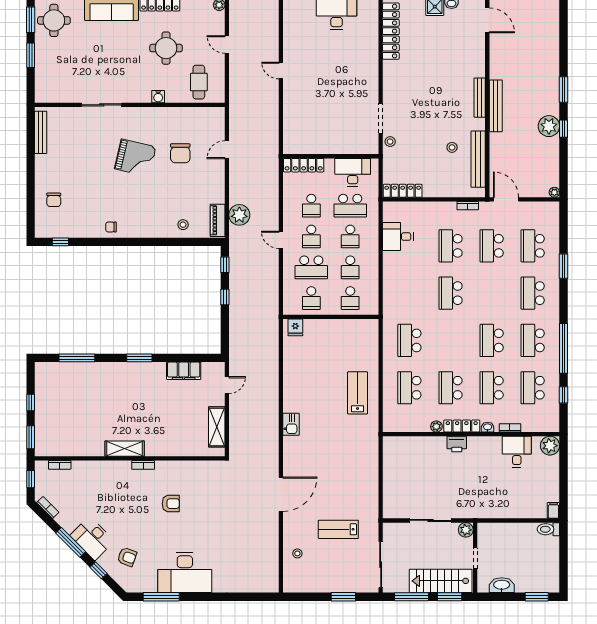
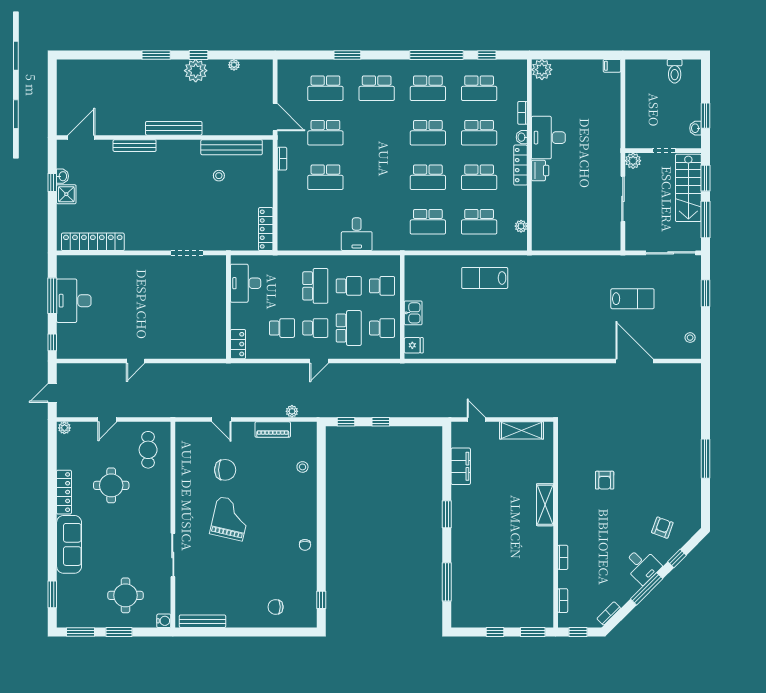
round table: (54, 20) -> (125, 595), moved
cafe table: (199, 82) -> (148, 450), turned 90
water cooler: (158, 97) -> (164, 621), moved
bench: (480, 98) -> (135, 146), moved
stool: (390, 142) -> (212, 243), removed
locker: (304, 165) -> (238, 344), width x0.66
plant: (554, 192) -> (234, 65), moved
door: (506, 199) -> (275, 117), swing flipped
chair: (54, 200) -> (276, 607), turned 180
school desk: (350, 206) -> (282, 286), removed
plant: (239, 215) -> (292, 411), width x0.53, depth x0.53
piano: (218, 220) -> (273, 430), moved
school desk: (350, 237) -> (315, 286), width x1.85
desk: (398, 237) -> (357, 234), moved
school desk: (451, 293) -> (428, 177), moved
kitchen sink: (291, 424) -> (413, 313), moved, turned 90
plant: (436, 426) -> (521, 226), moved
shelving: (125, 449) -> (545, 505), moved
desk: (517, 452) -> (548, 138), moved, width x1.37
bookcase: (143, 465) -> (563, 557), moved
door: (281, 494) -> (634, 361), moved
armchair: (171, 504) -> (605, 480), turned 180
lab bench: (338, 529) -> (632, 299), turned -90
toilet: (548, 529) -> (675, 71), moved
desk: (92, 538) -> (642, 565), width x0.73
stool: (297, 553) -> (690, 338), moved
desk: (185, 573) -> (679, 465), removed
washbasin: (502, 585) -> (695, 128), width x0.52, depth x0.69
window: (161, 597) -> (705, 459), moved
window: (537, 597) -> (705, 116), moved

